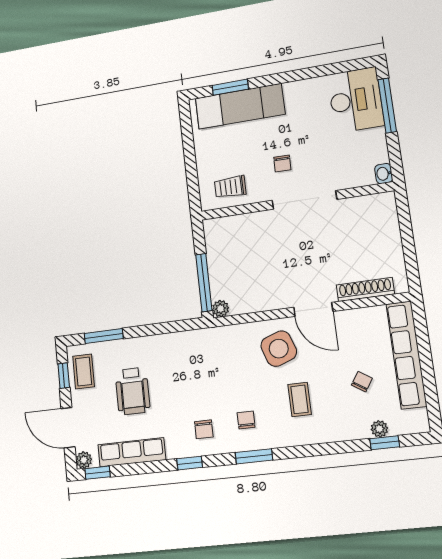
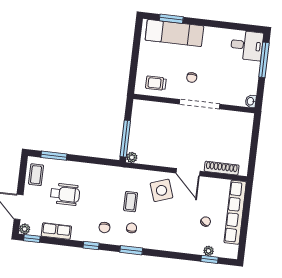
desk: (356, 100) -> (247, 45), width x0.73
window: (64, 376) -> (22, 174), removed
wheelchair: (133, 391) -> (65, 194), turned -90
coffee table: (300, 399) -> (131, 202), moved
row of seats: (132, 452) -> (56, 231), width x0.68

